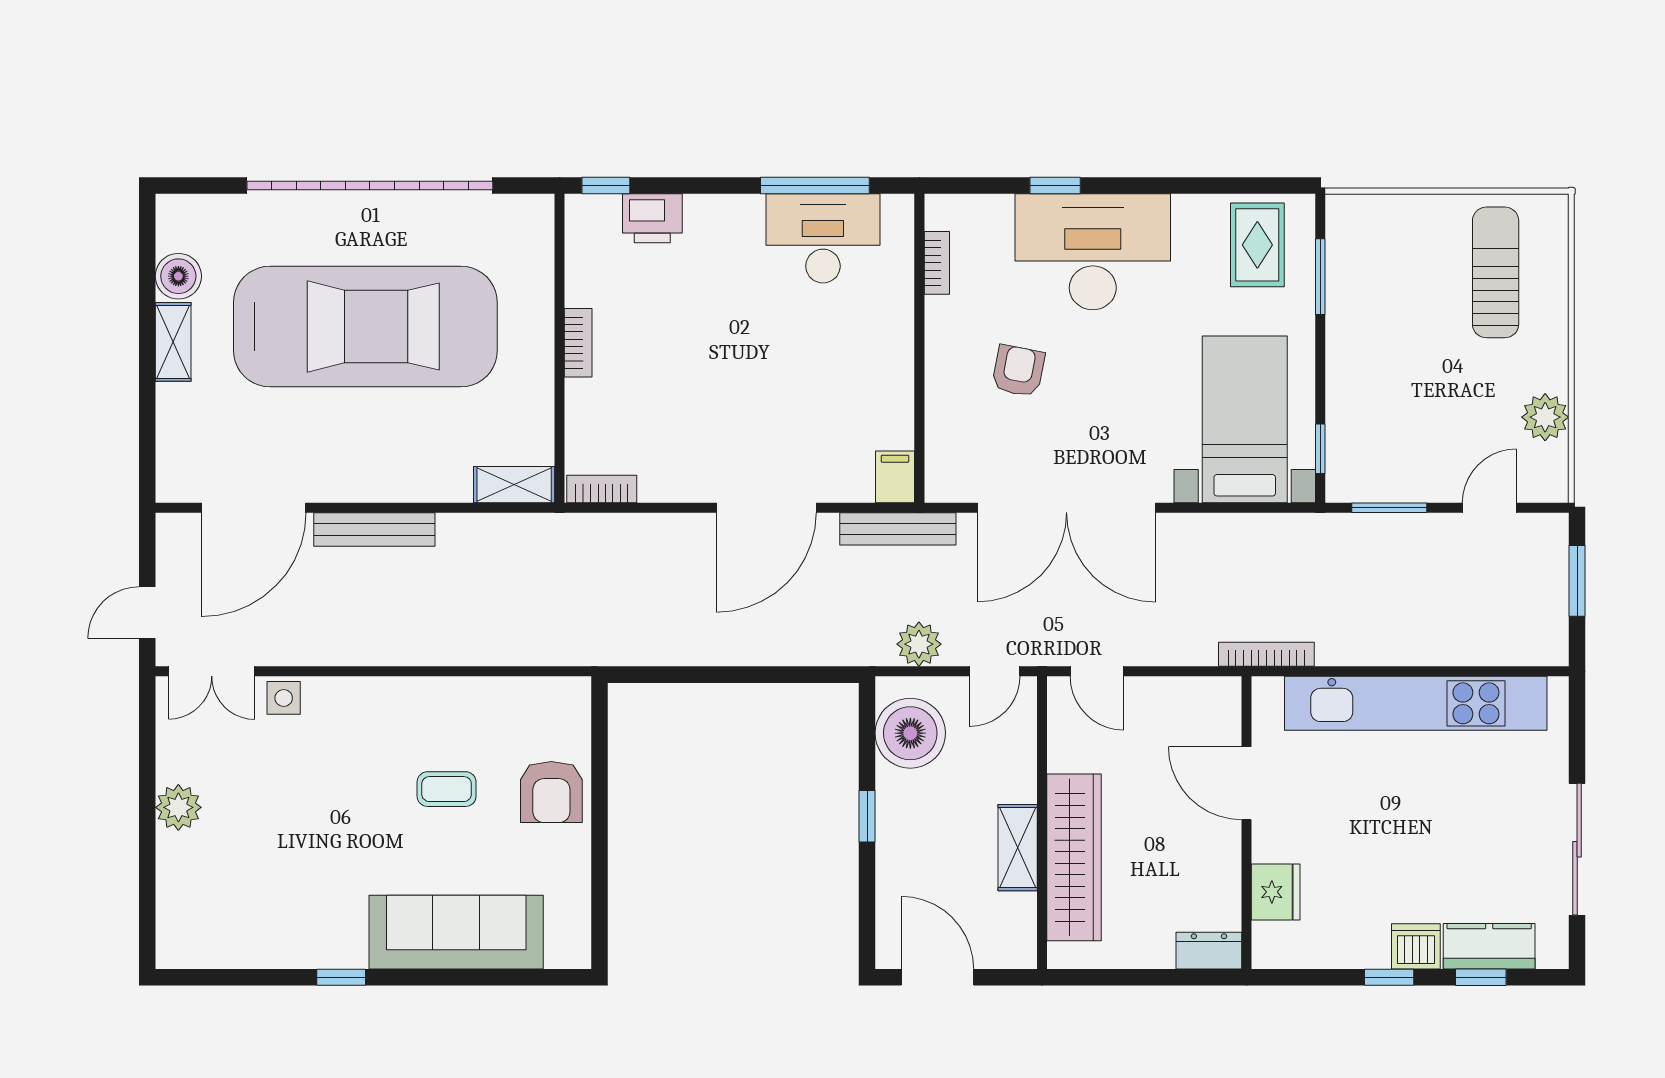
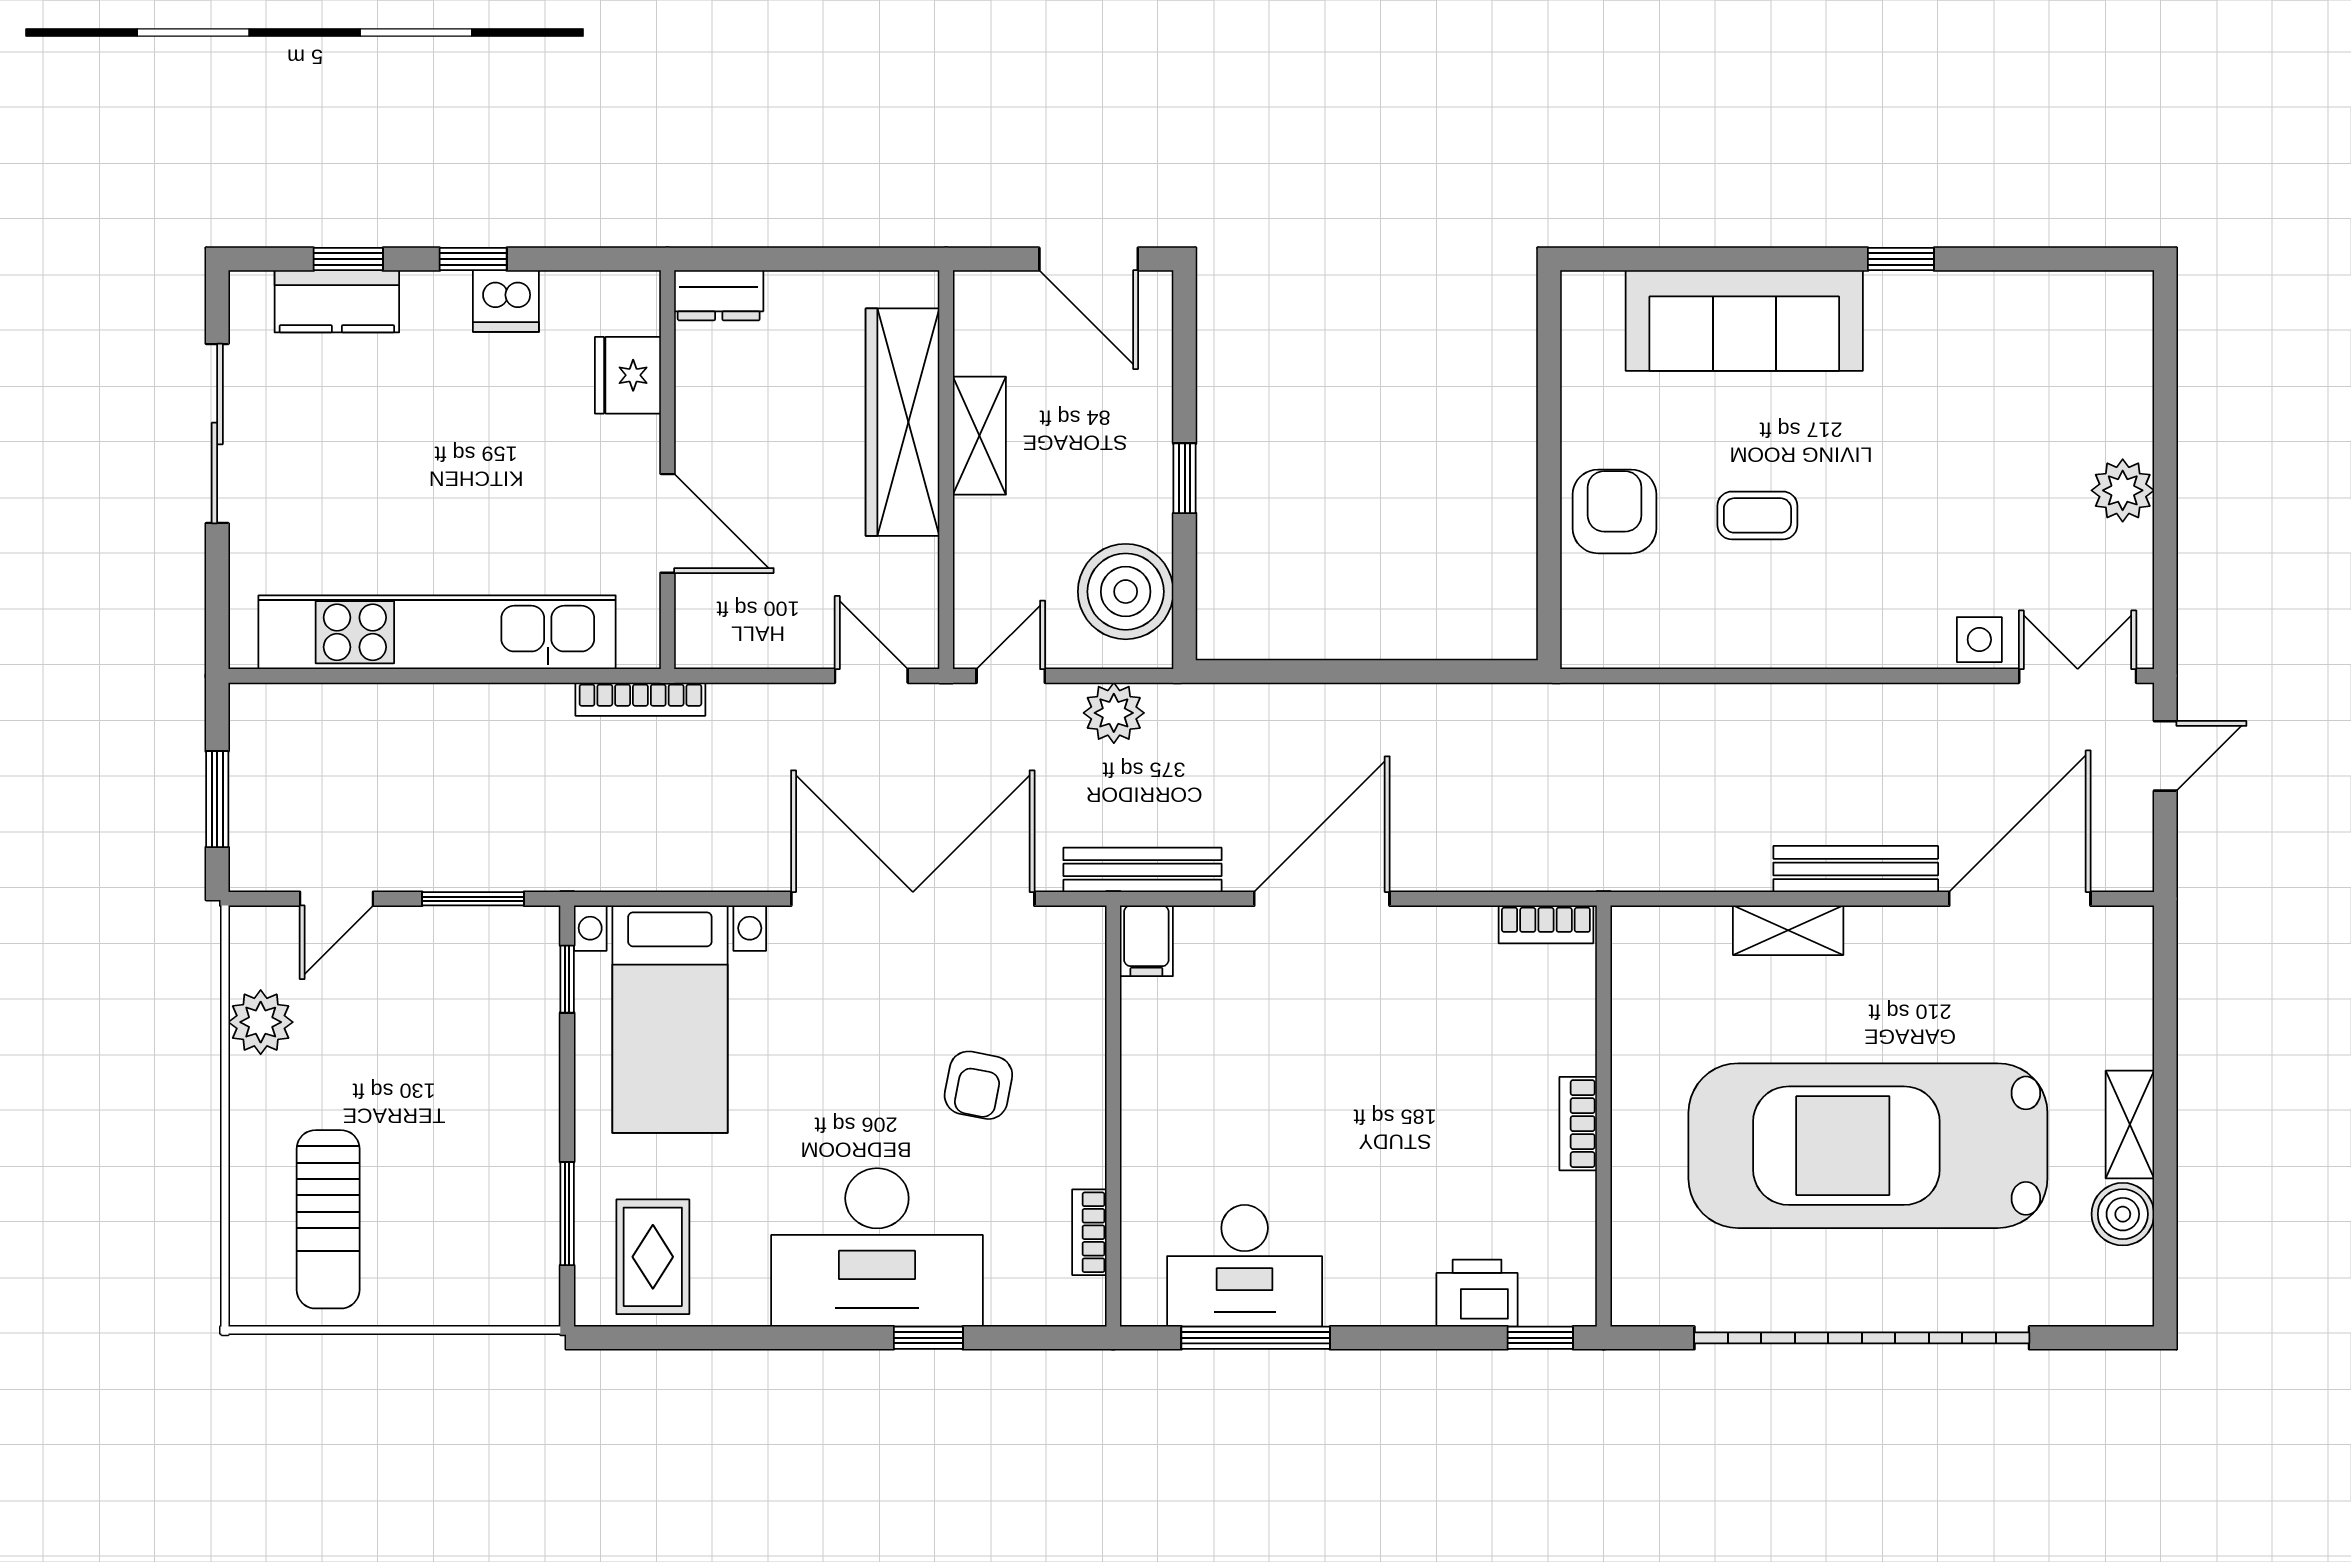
shelving: (514, 485) -> (1788, 930), moved
dishwasher: (1416, 946) -> (506, 301), moved

